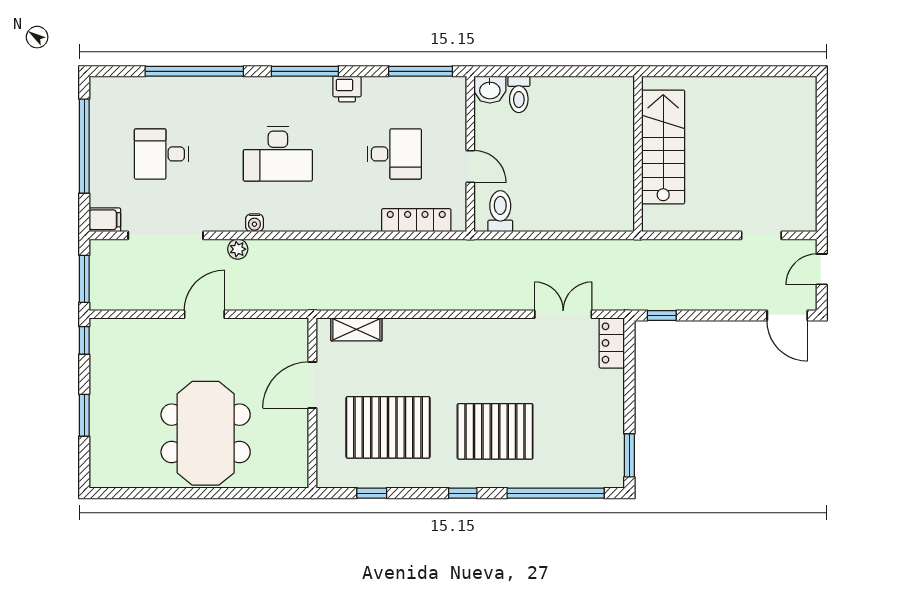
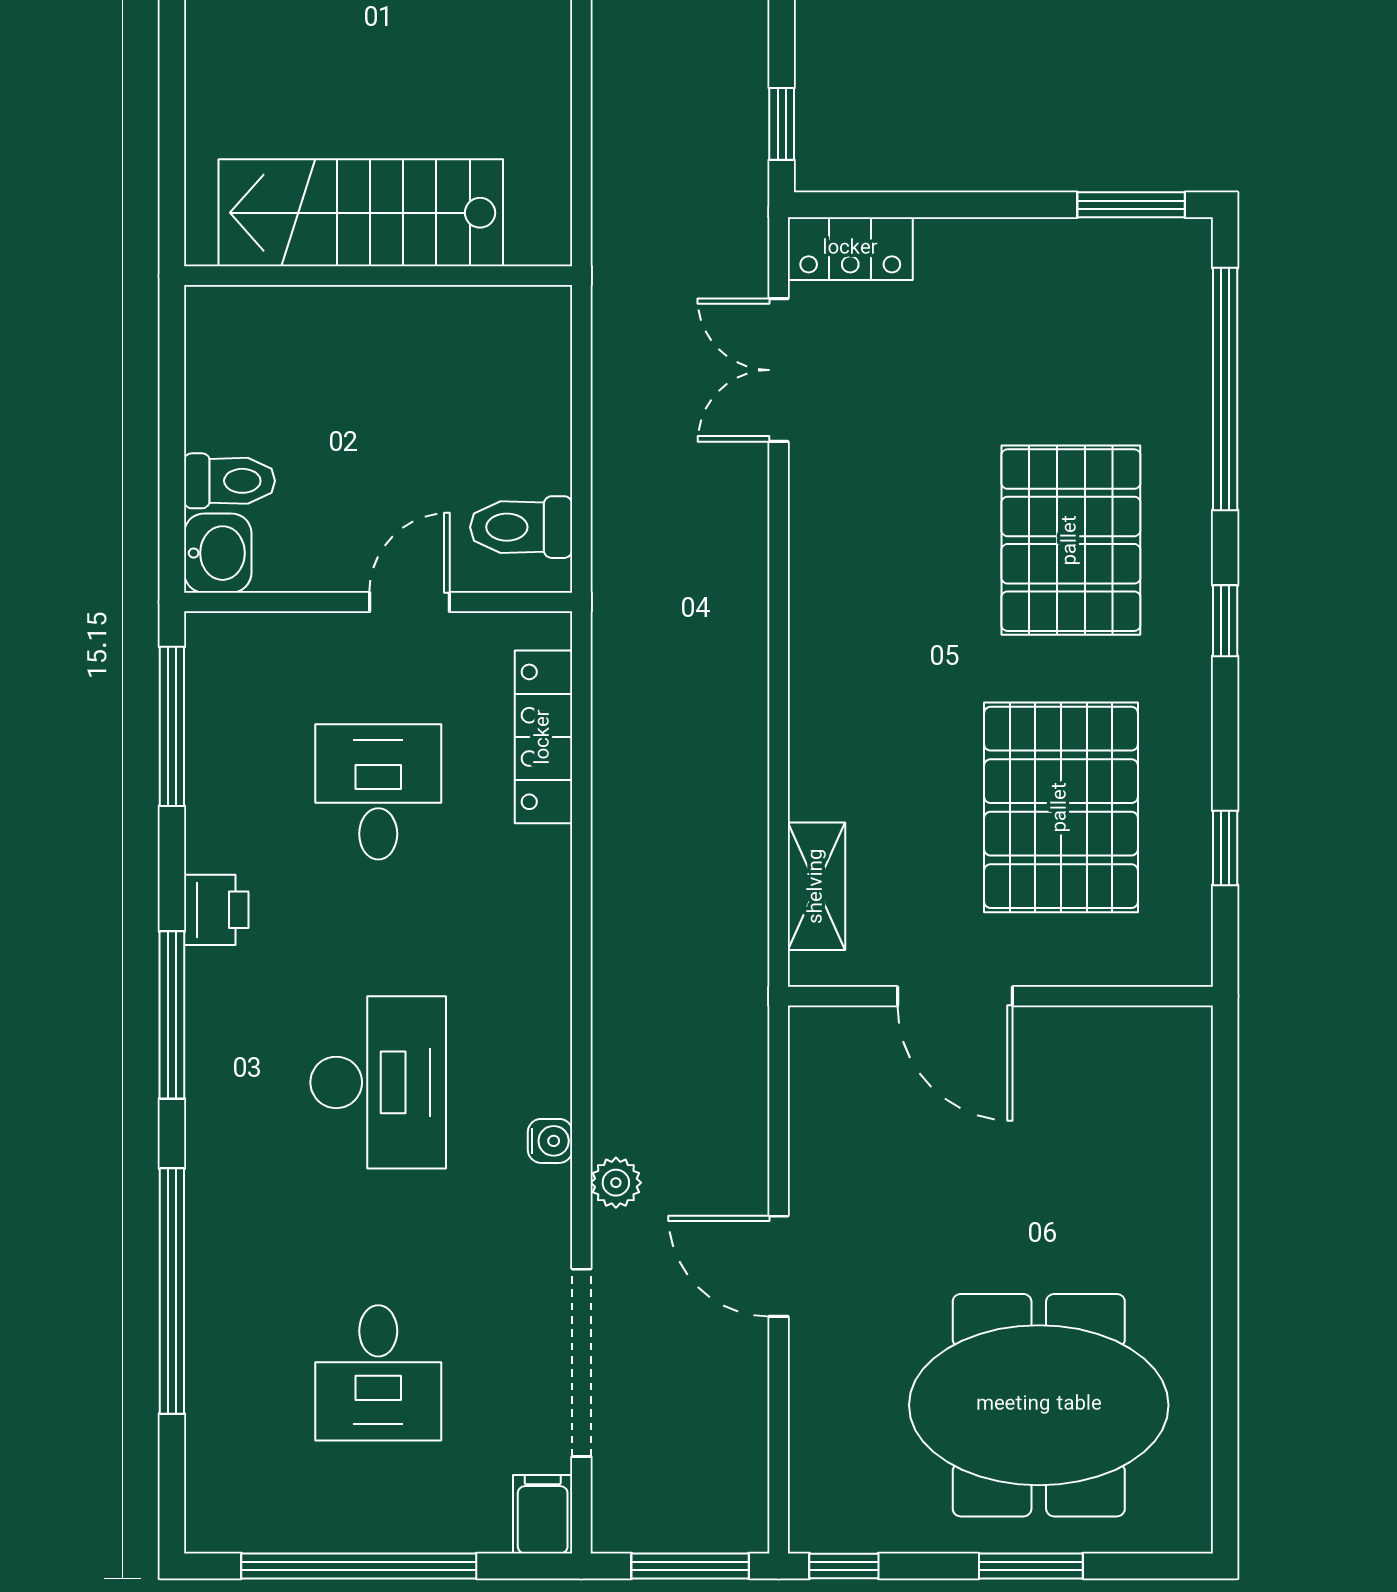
stairs: (663, 147) -> (361, 213), moved
wall: (638, 154) -> (378, 276), moved
meeting table: (206, 433) -> (1039, 1405), moved

